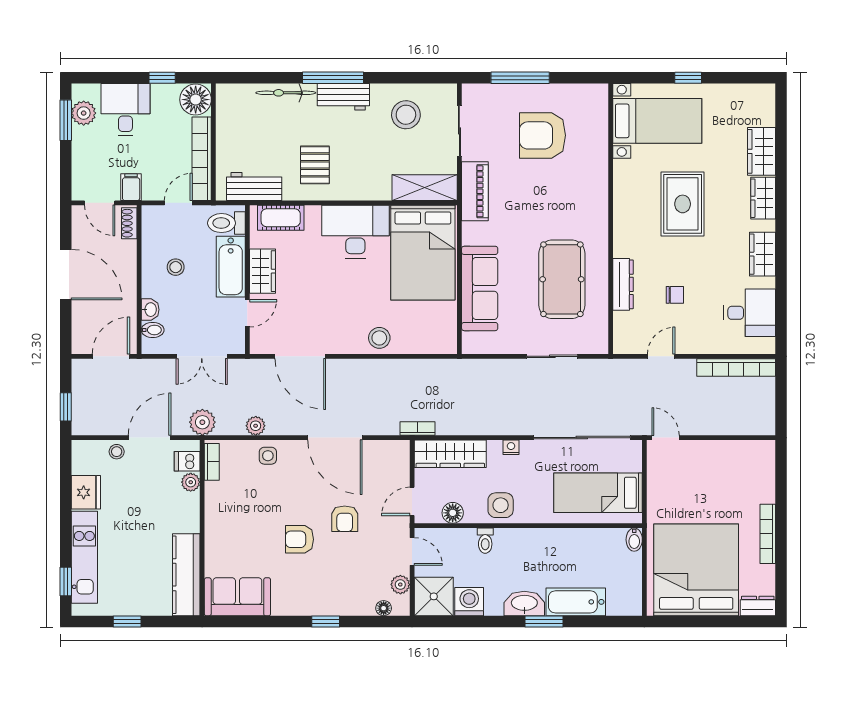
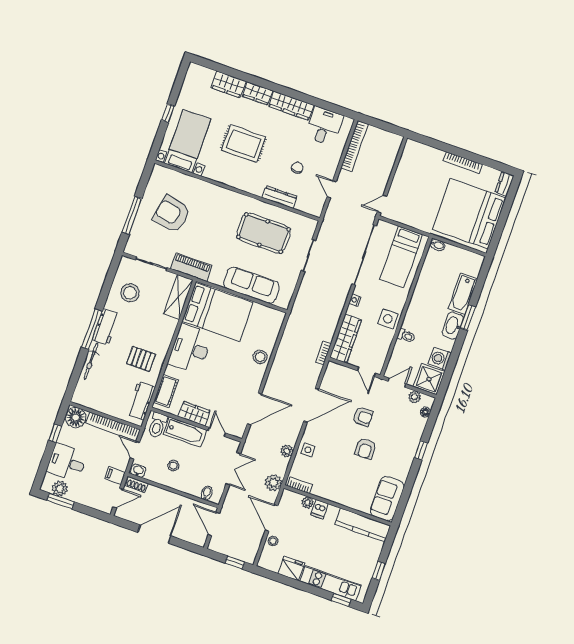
armchair: (542, 135) -> (172, 214), turned 101
wardrobe: (763, 254) -> (291, 106), width x1.50
washbasin: (150, 310) -> (138, 471), moved
dishwasher: (187, 461) -> (319, 509), moved
floor lamp: (453, 513) -> (382, 350), removed

